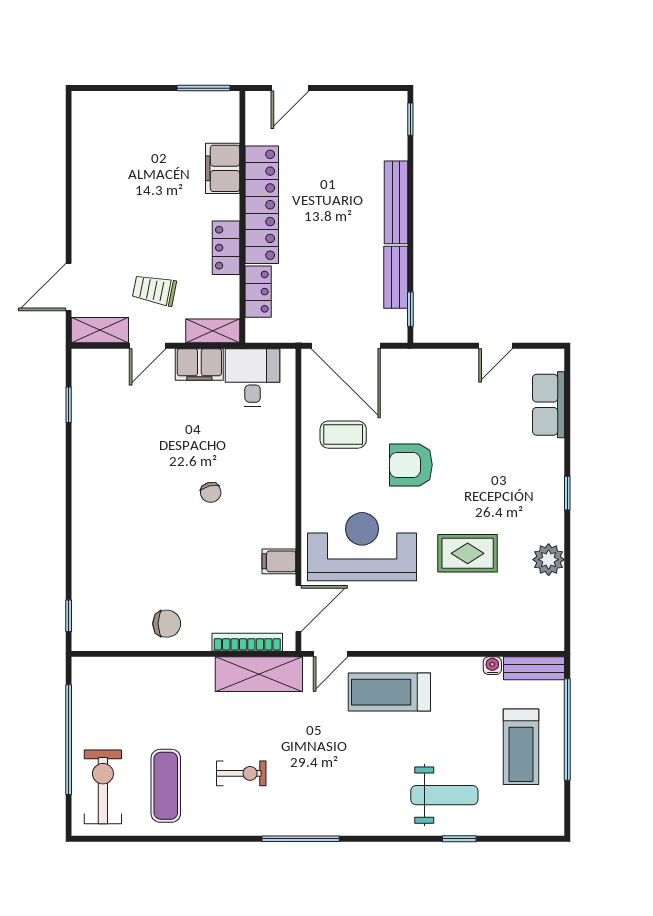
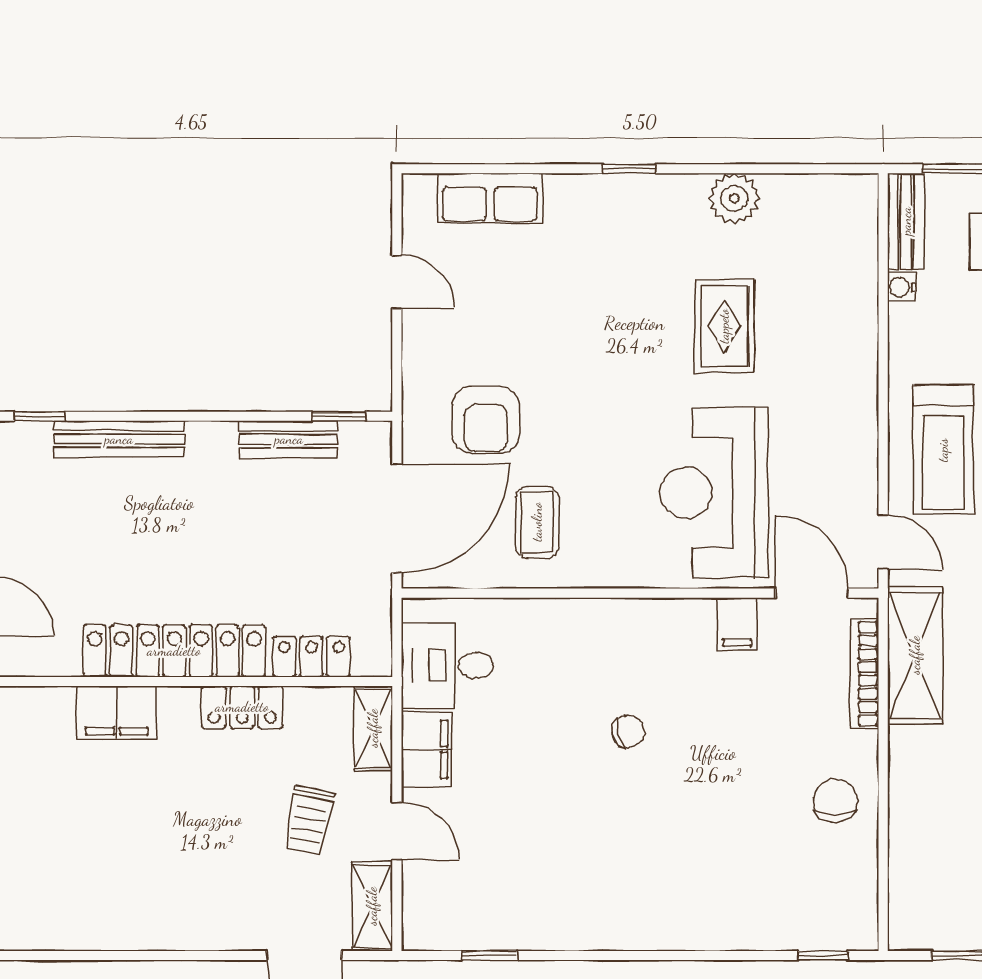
bench: (396, 202) -> (119, 439), moved
armchair: (411, 465) -> (486, 420), moved

